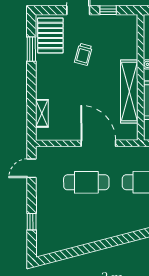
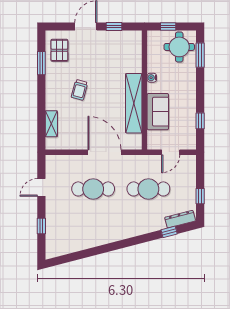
pallet: (50, 35) -> (59, 50), width x0.67, depth x0.71
trolley: (83, 54) -> (79, 90), moved
door: (32, 168) -> (41, 187), moved

